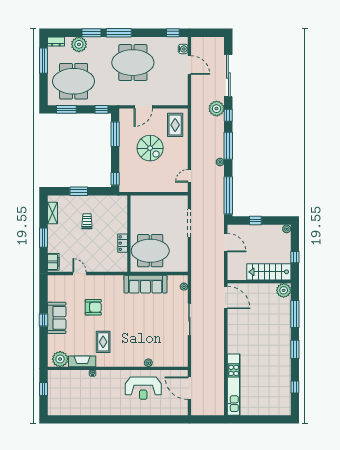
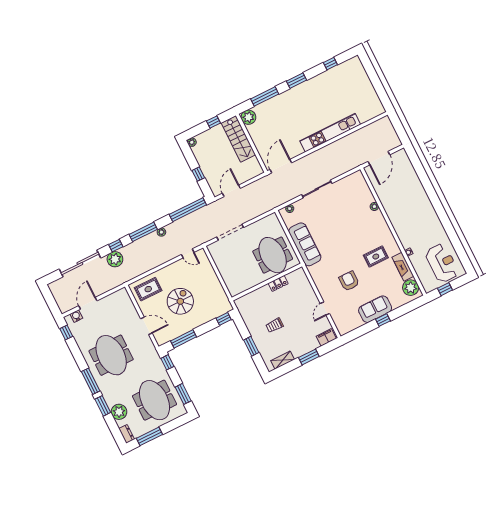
kitchen unit: (234, 385) -> (330, 133), moved
reception desk: (143, 388) -> (442, 263), moved

